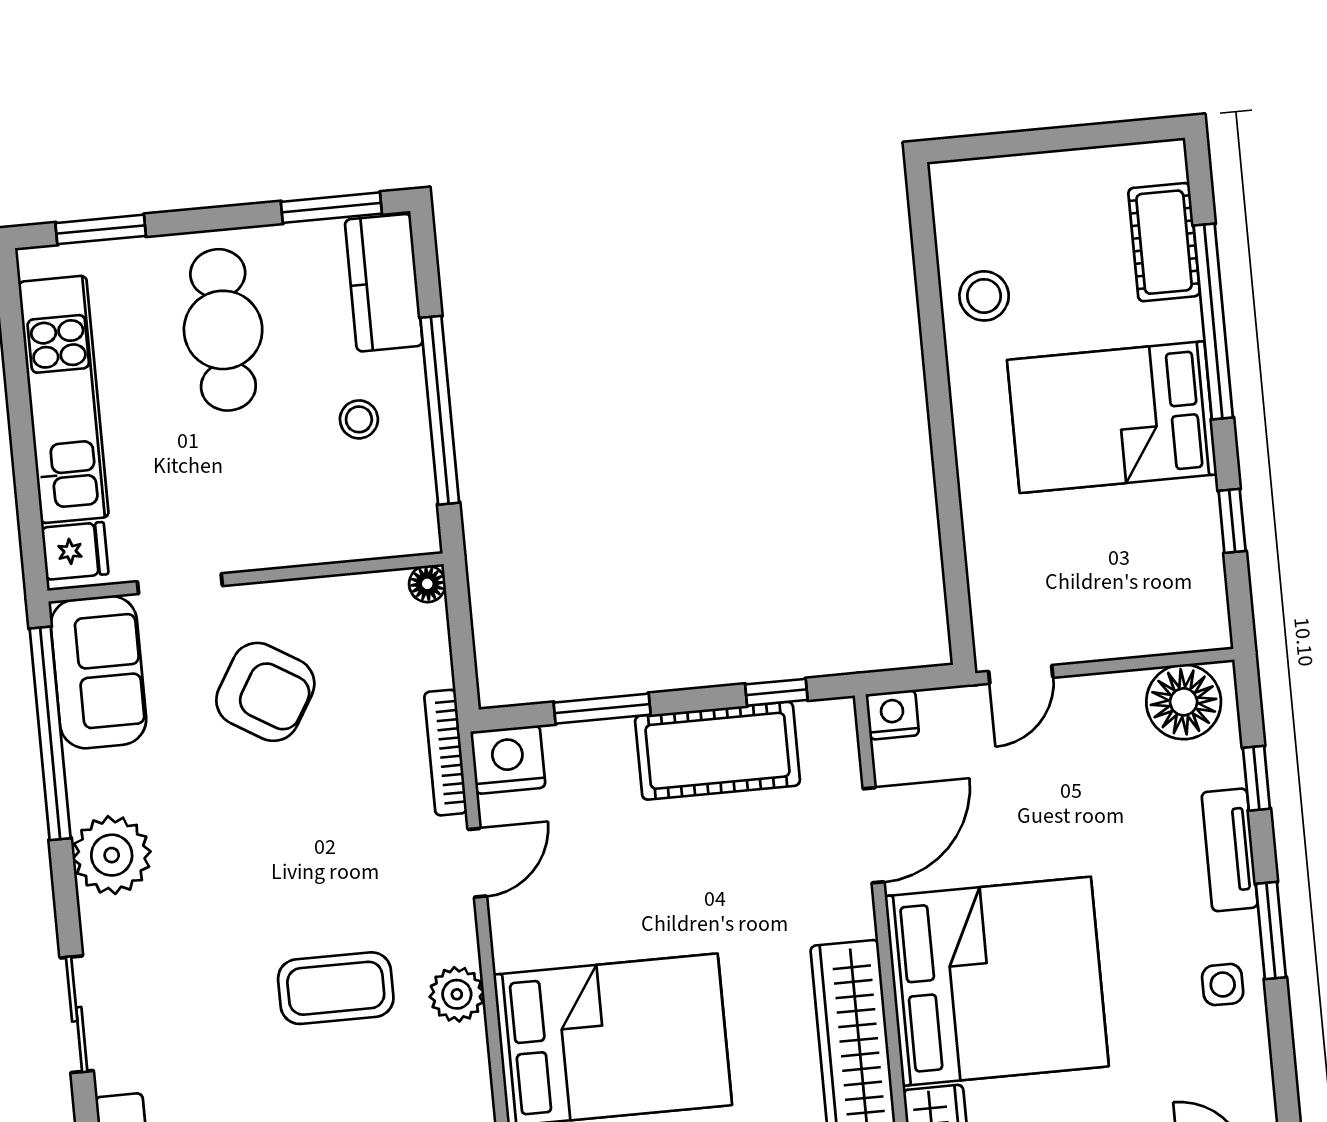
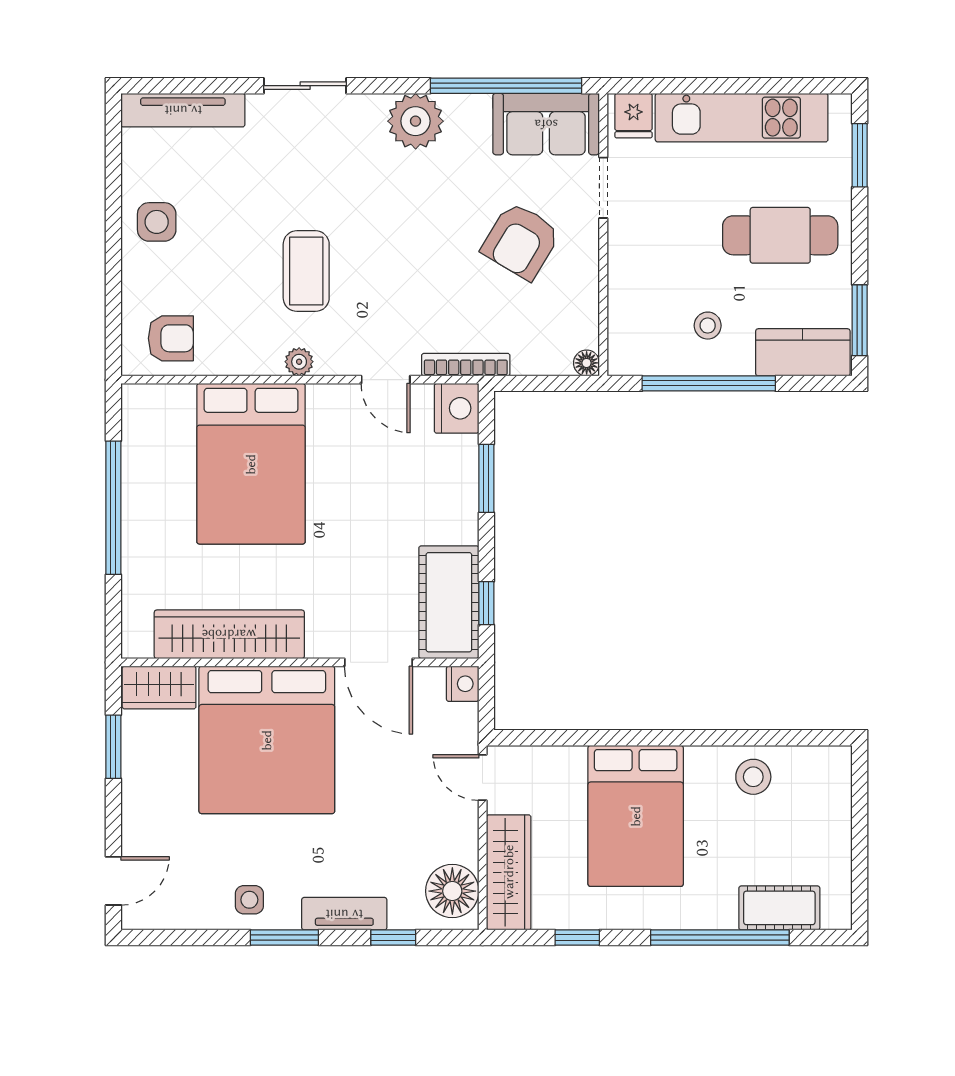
bed: (1112, 417) -> (636, 816), moved, turned 180
wardrobe: (1150, 625) -> (509, 872), added
cot: (718, 751) -> (449, 602), moved
plant: (457, 994) -> (299, 362), width x0.73, depth x0.73

